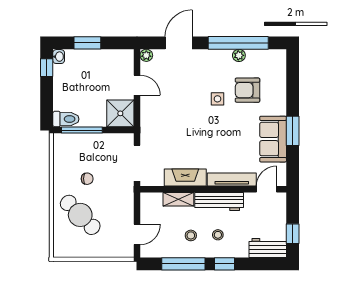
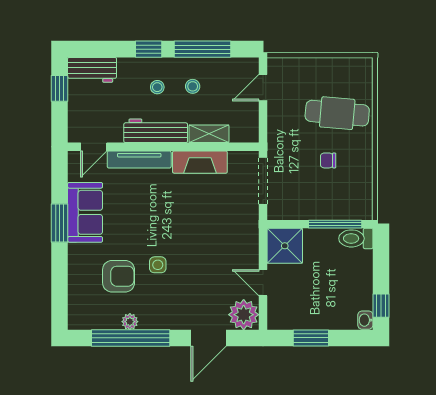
window: (87, 43) -> (311, 338), moved
plant: (146, 55) -> (244, 315), width x1.88, depth x1.88
cafe table: (80, 215) -> (337, 113), turned -40

